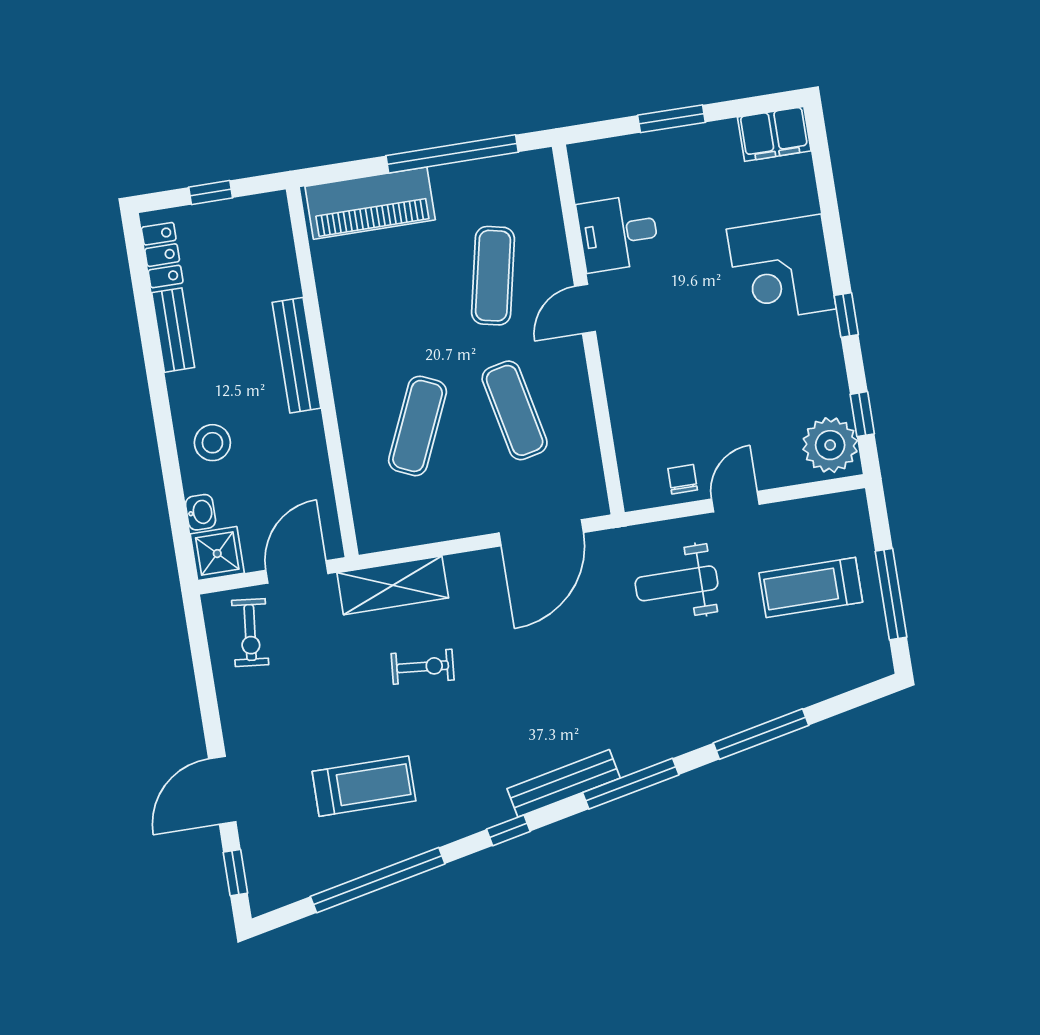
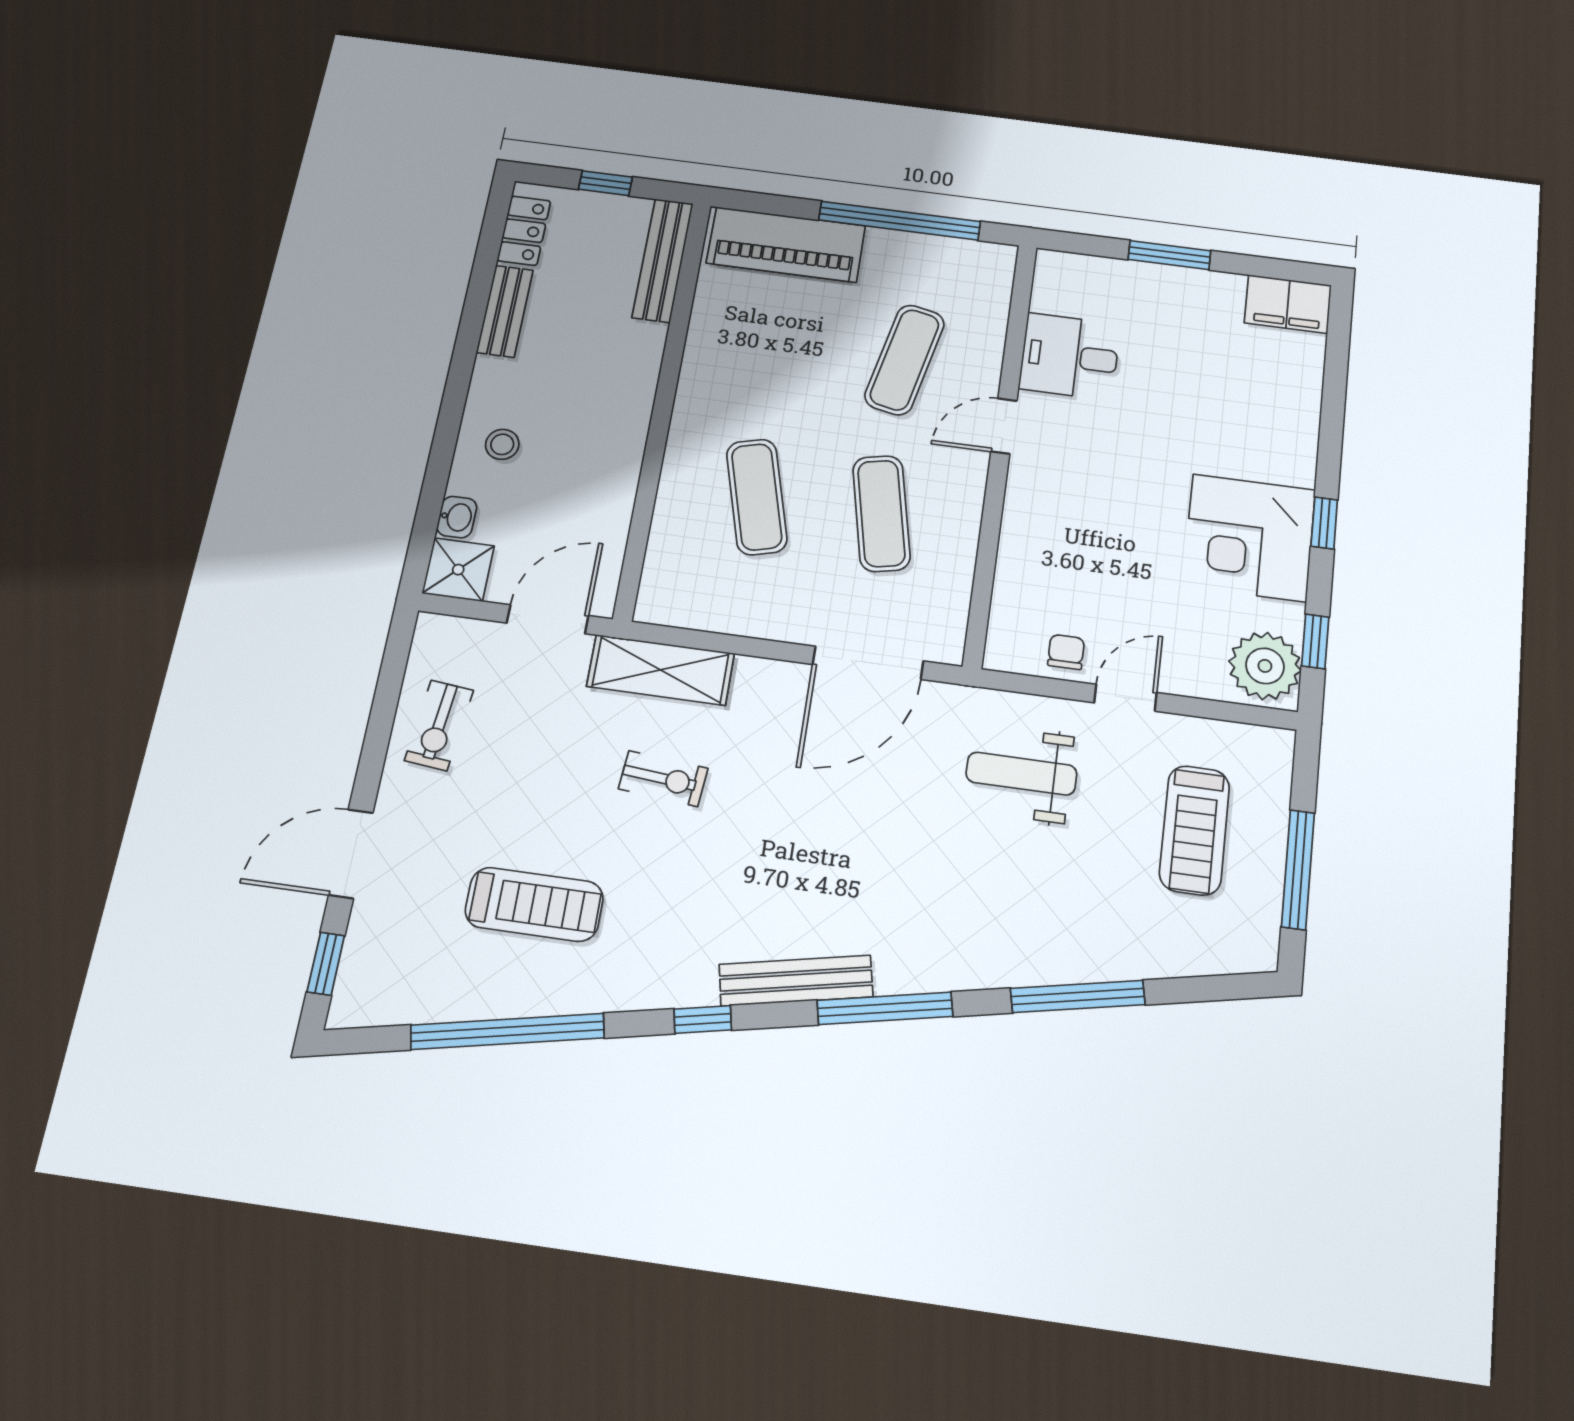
corner desk: (781, 269) -> (1249, 538), moved
bench: (296, 355) -> (663, 260), moved
exercise mat: (418, 426) -> (757, 497), turned -39
stool: (212, 443) -> (502, 444), width x0.73, depth x0.73
treadmill: (811, 587) -> (1194, 830), turned -90
exercise bike: (250, 633) -> (439, 725), moved

